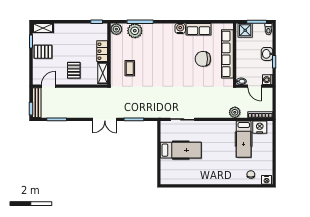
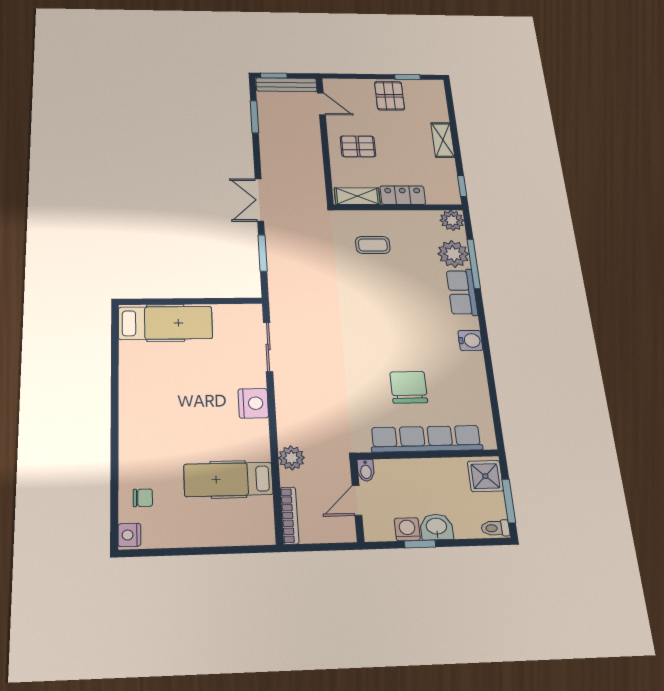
shelving: (43, 28) -> (443, 140), moved
row of seats: (198, 29) -> (462, 292), moved
washing machine: (268, 80) -> (407, 529), moved
nightstand: (260, 127) -> (253, 403), moved
hospital bed: (181, 150) -> (165, 323), moved, turned -90

